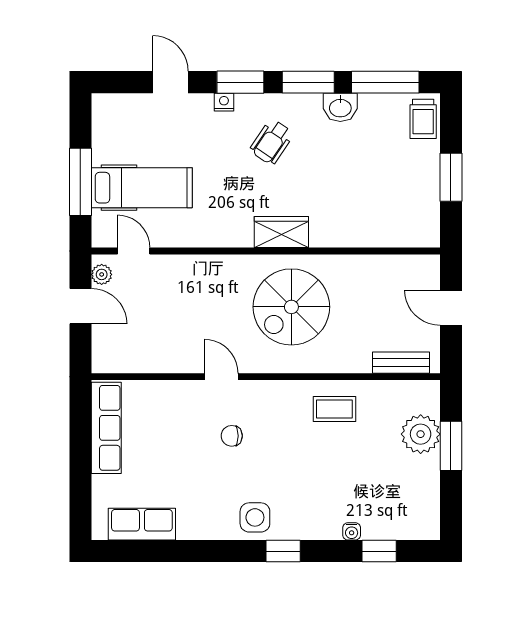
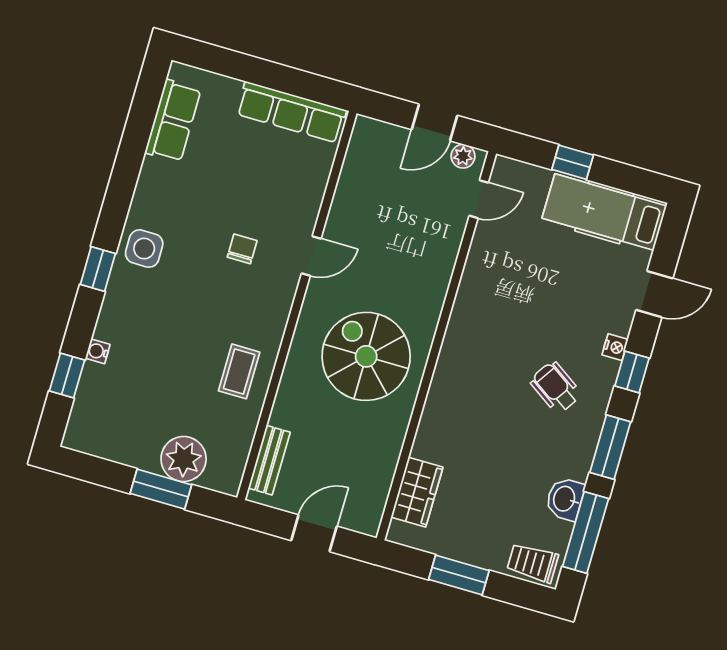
window: (240, 82) -> (632, 372), width x0.67
washbasin: (340, 107) -> (565, 499), moved
window: (80, 182) -> (573, 162), width x0.46
hospital bed: (142, 188) -> (604, 212), moved, turned 90
wardrobe: (281, 232) -> (417, 492), moved

